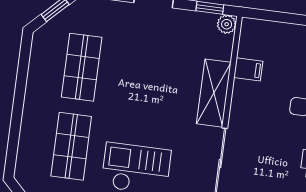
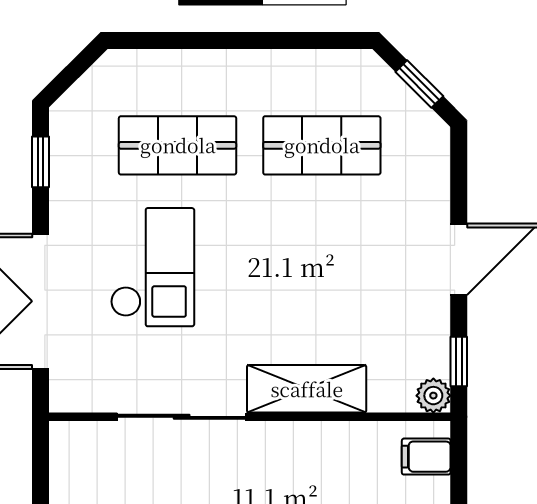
filing cabinet: (248, 69) -> (426, 457), moved, turned 90

